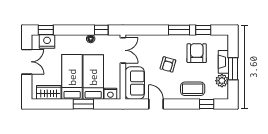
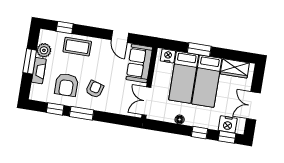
window: (101, 30) -> (200, 133), moved
armchair: (168, 64) -> (95, 89), moved

